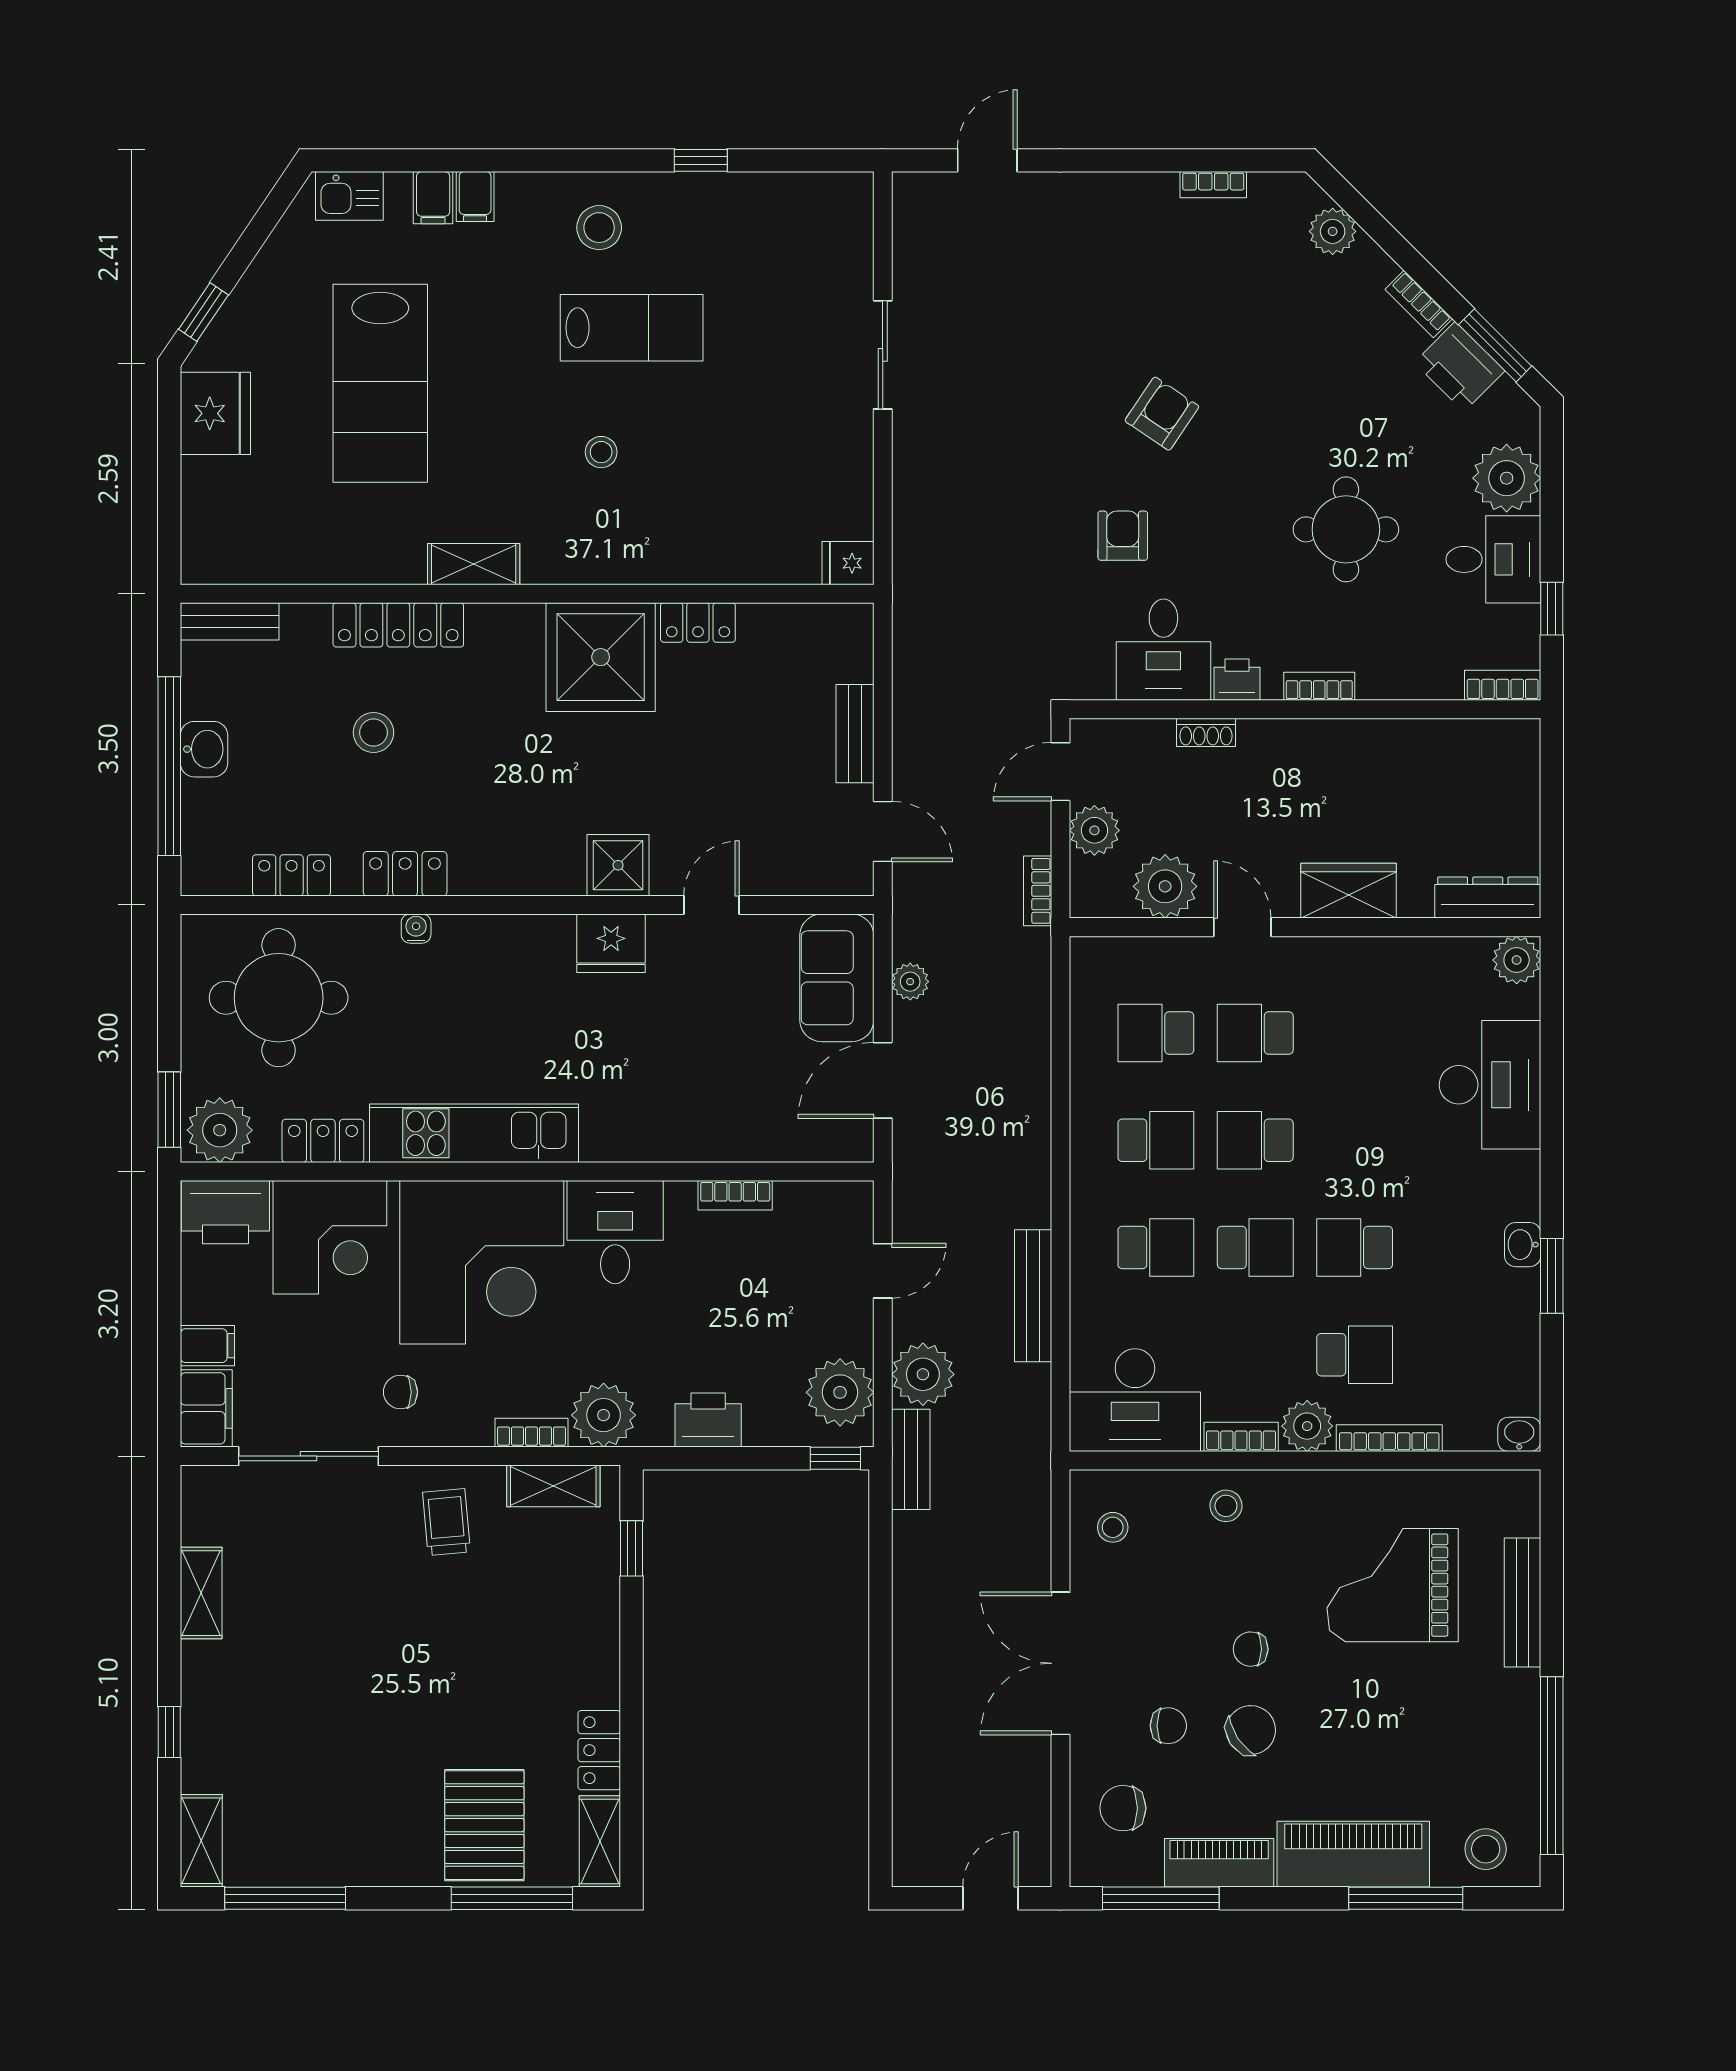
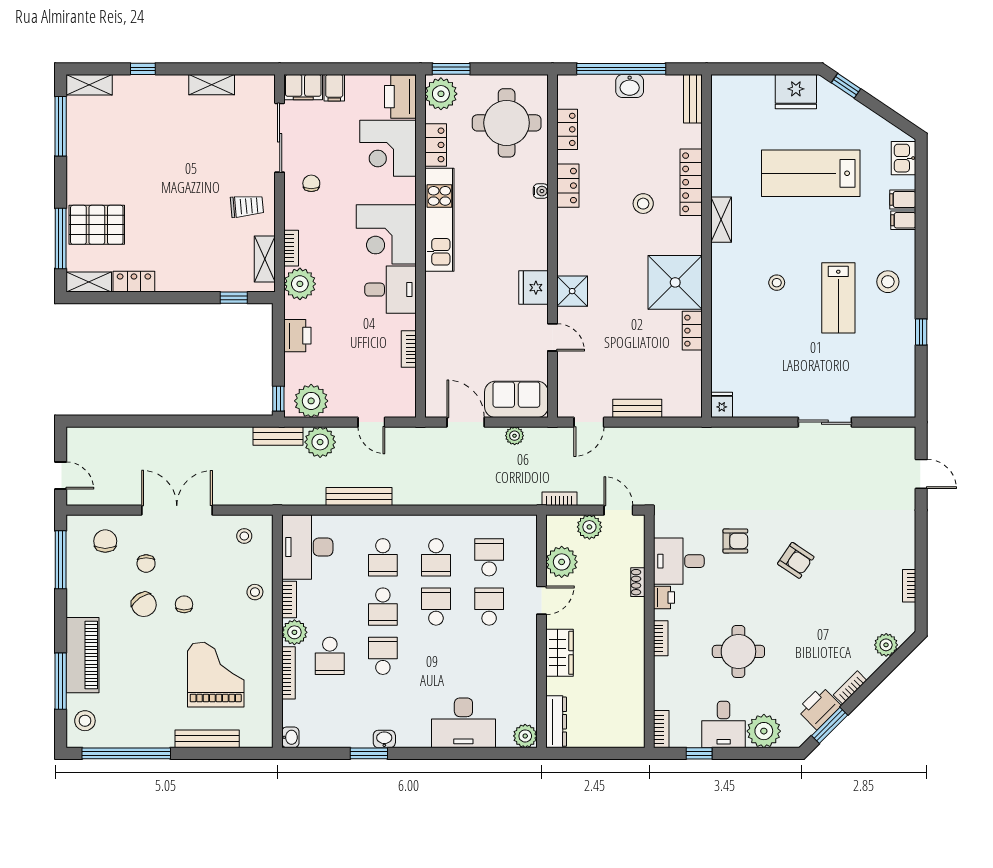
stool: (374, 732) -> (643, 204), moved
corner desk: (482, 1262) -> (386, 234), width x0.74, depth x0.74
piano: (1219, 1863) -> (78, 589), removed

